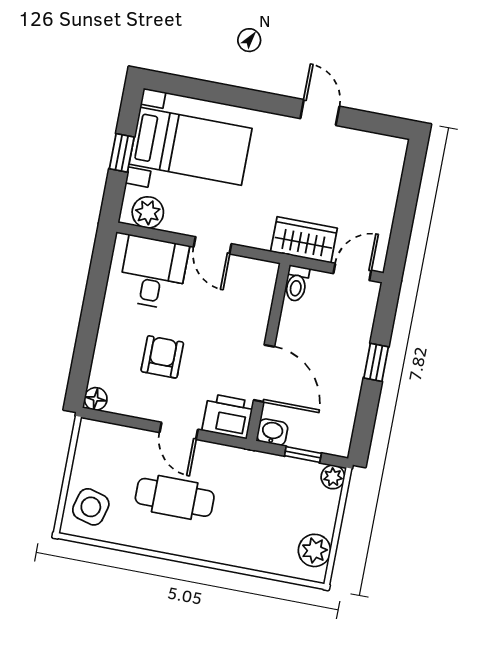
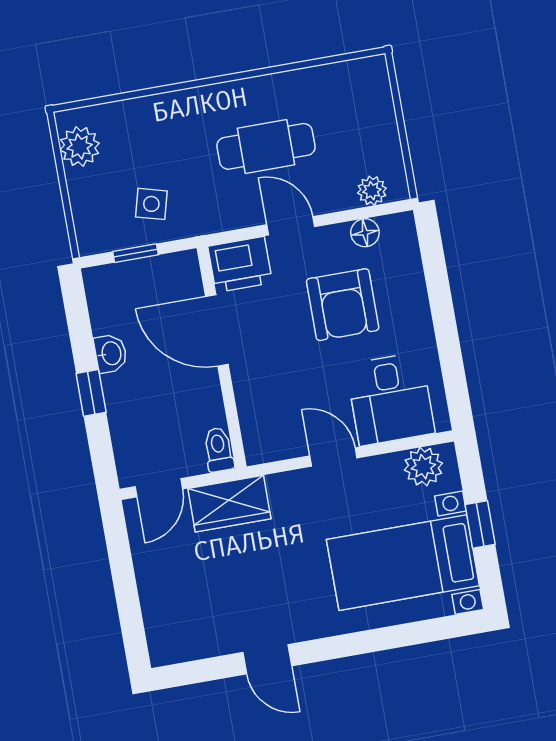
armchair: (162, 357) -> (343, 305), width x1.38, depth x1.38
floor lamp: (96, 399) -> (365, 233), moved
washbasin: (272, 432) -> (111, 353), moved, turned -90
plant: (333, 477) -> (372, 191), moved
side table: (91, 507) -> (151, 204), moved, width x0.73, depth x0.73

